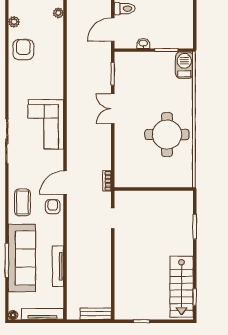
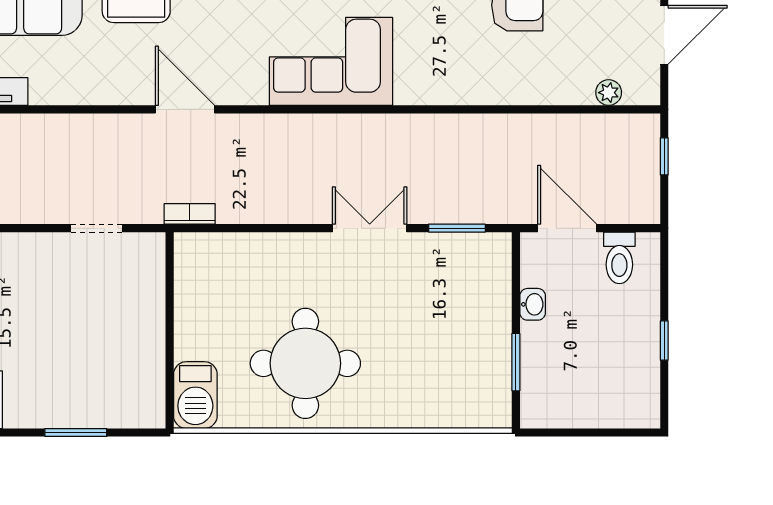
barbecue: (184, 65) -> (195, 395), moved, turned 90
armchair: (53, 207) -> (125, 79), removed

